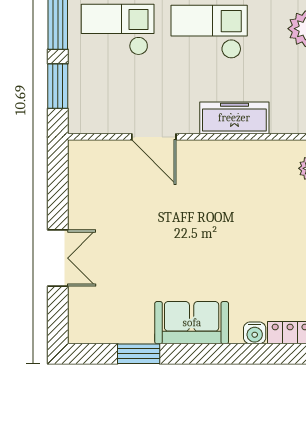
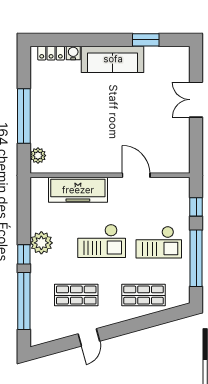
window: (58, 86) -> (196, 207), width x0.67
freezer: (234, 118) -> (78, 190), width x1.36, depth x1.26
sofa: (192, 323) -> (113, 59), width x1.36

